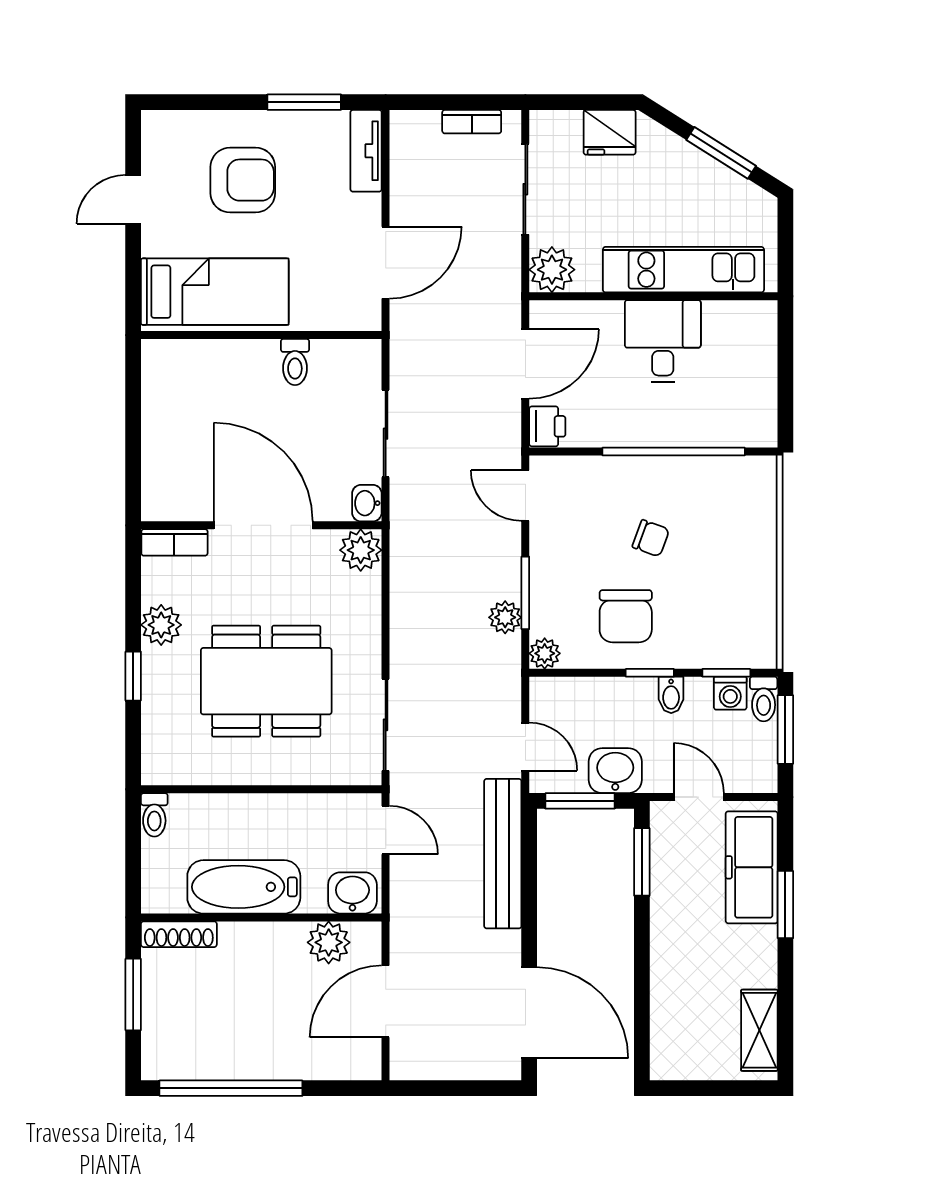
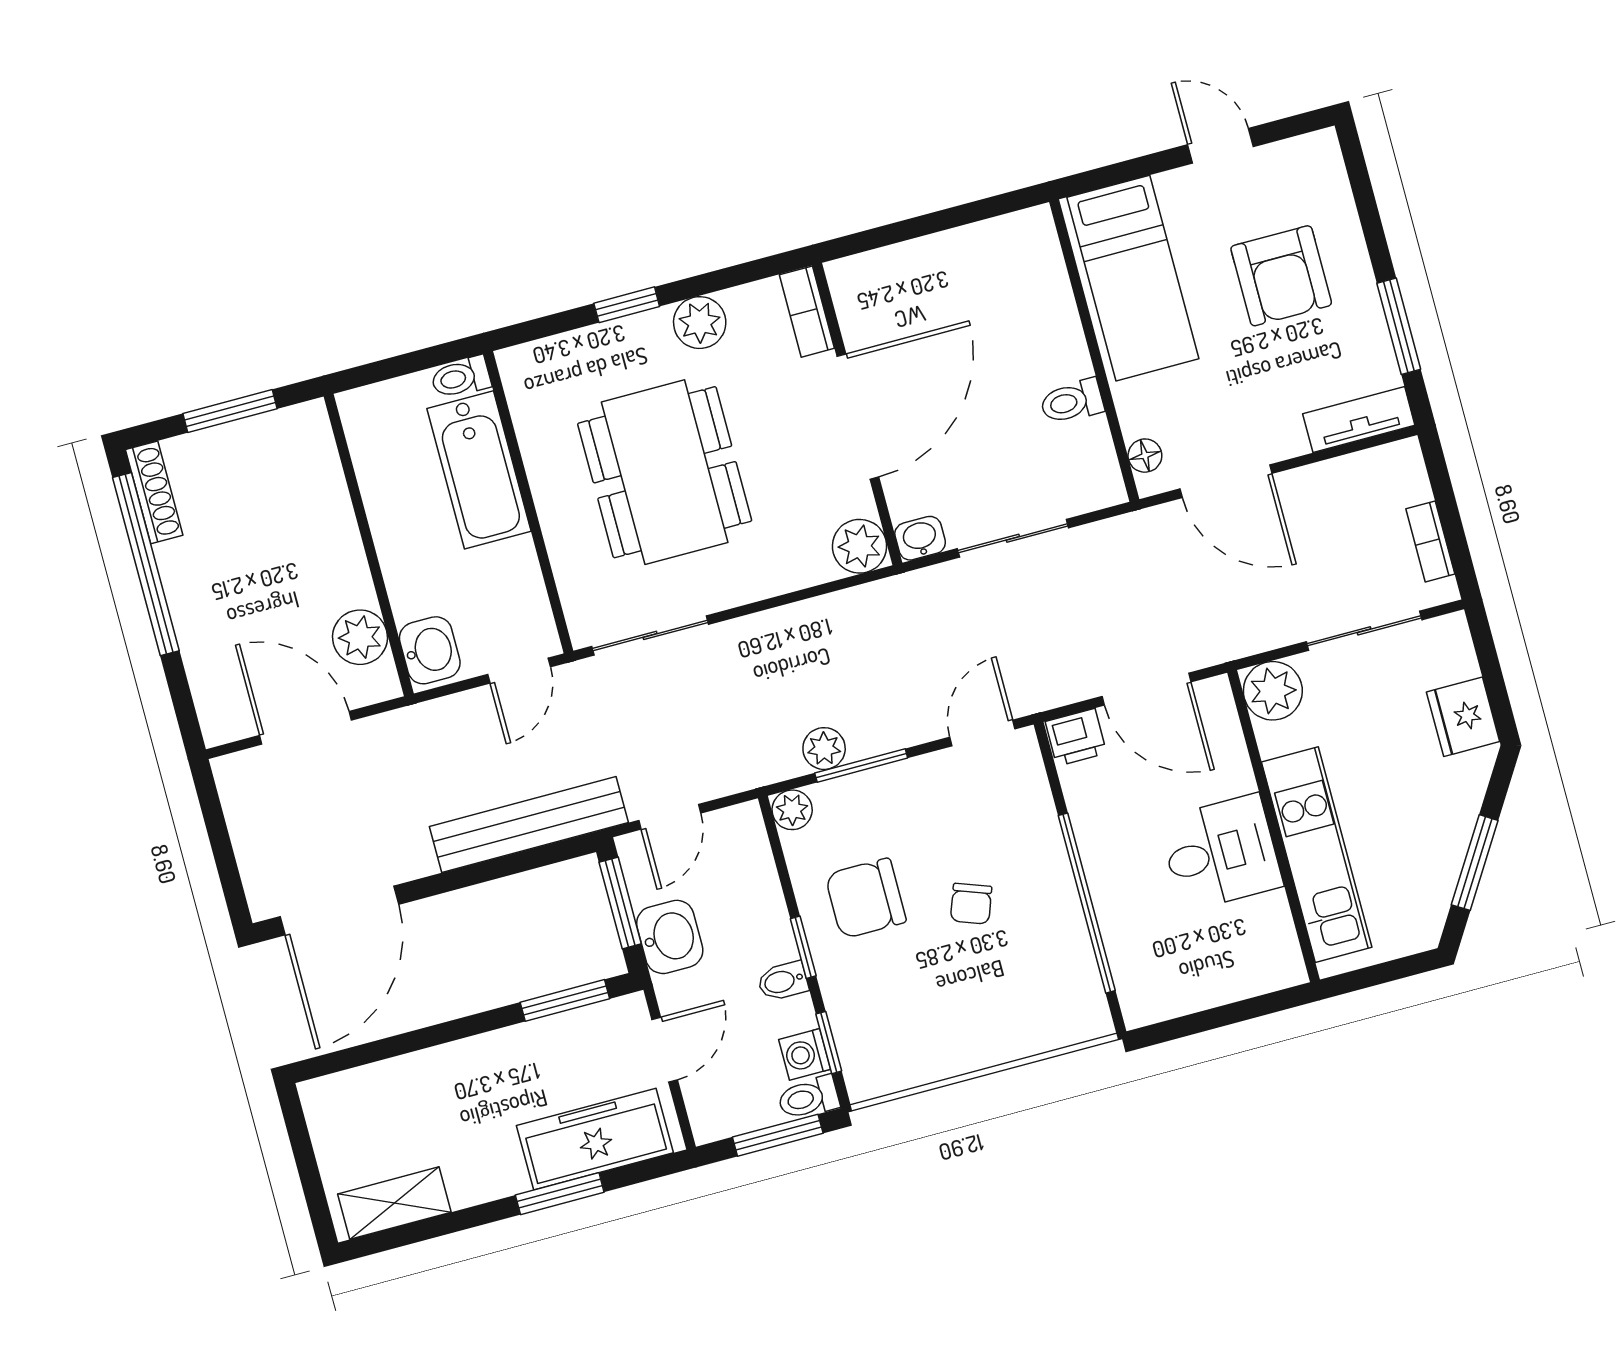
floor lamp: (350, 318) -> (1145, 456), added
bathtub: (244, 887) -> (479, 470), moved, turned 180
shoe rack: (179, 934) -> (154, 492), moved, turned 180

